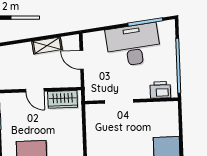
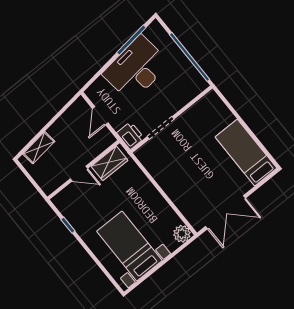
shelving: (47, 45) -> (39, 148), moved
door: (82, 60) -> (100, 116), hinge flipped
printer: (160, 90) -> (130, 136), moved, turned 90

